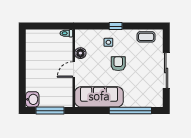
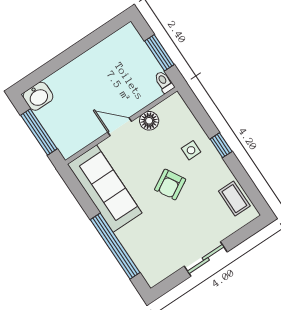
window: (51, 26) -> (159, 53), added
armchair: (118, 64) -> (170, 184), turned 150
sliding door: (166, 70) -> (206, 259), width x0.73

